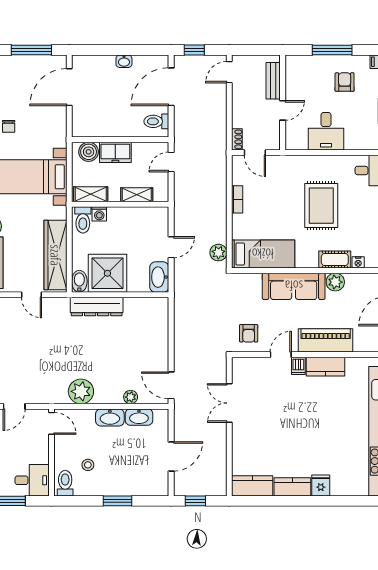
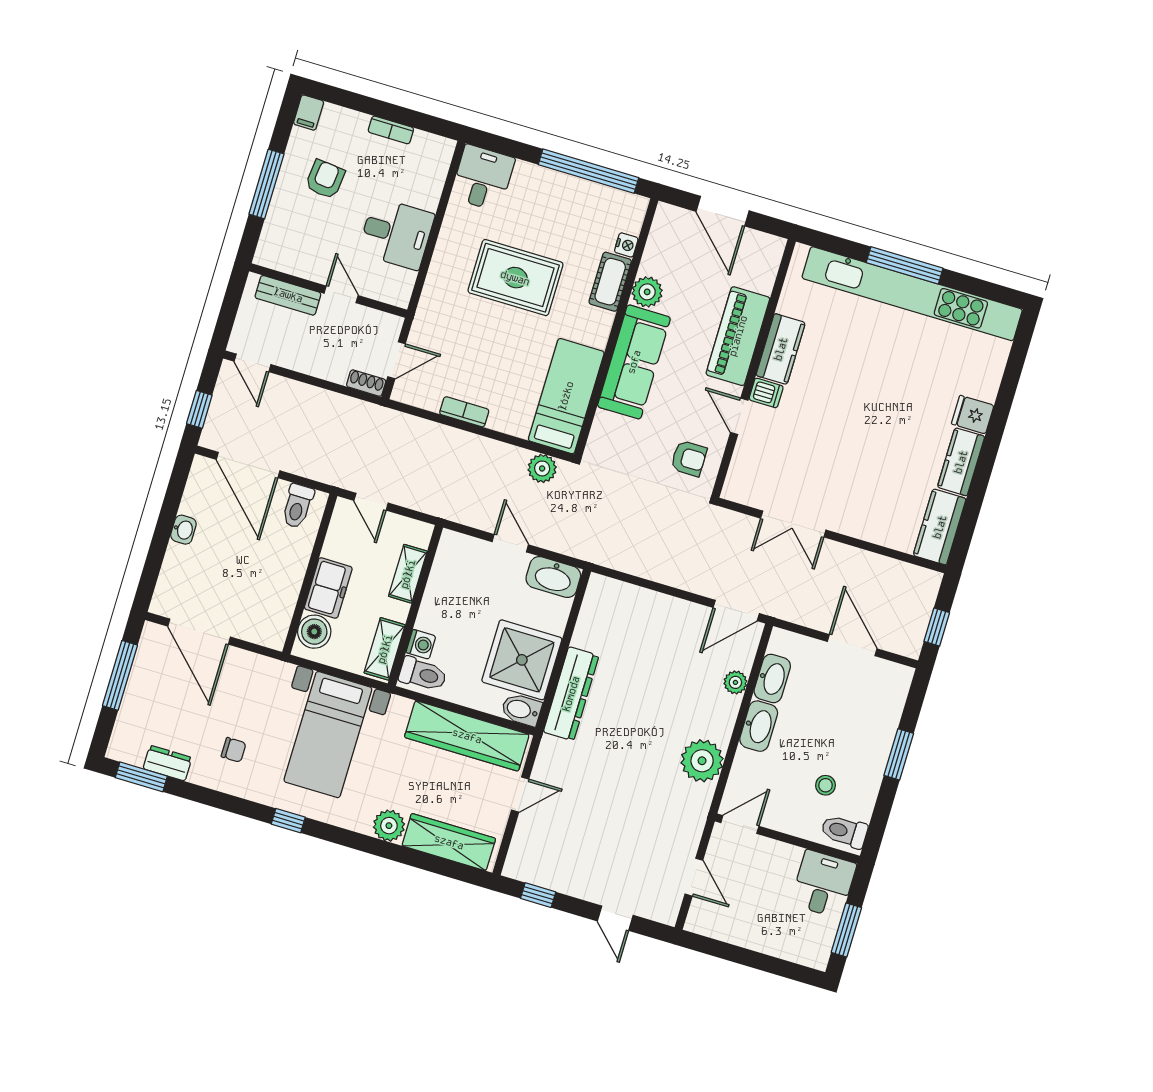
armchair: (345, 82) -> (325, 179), turned 96

